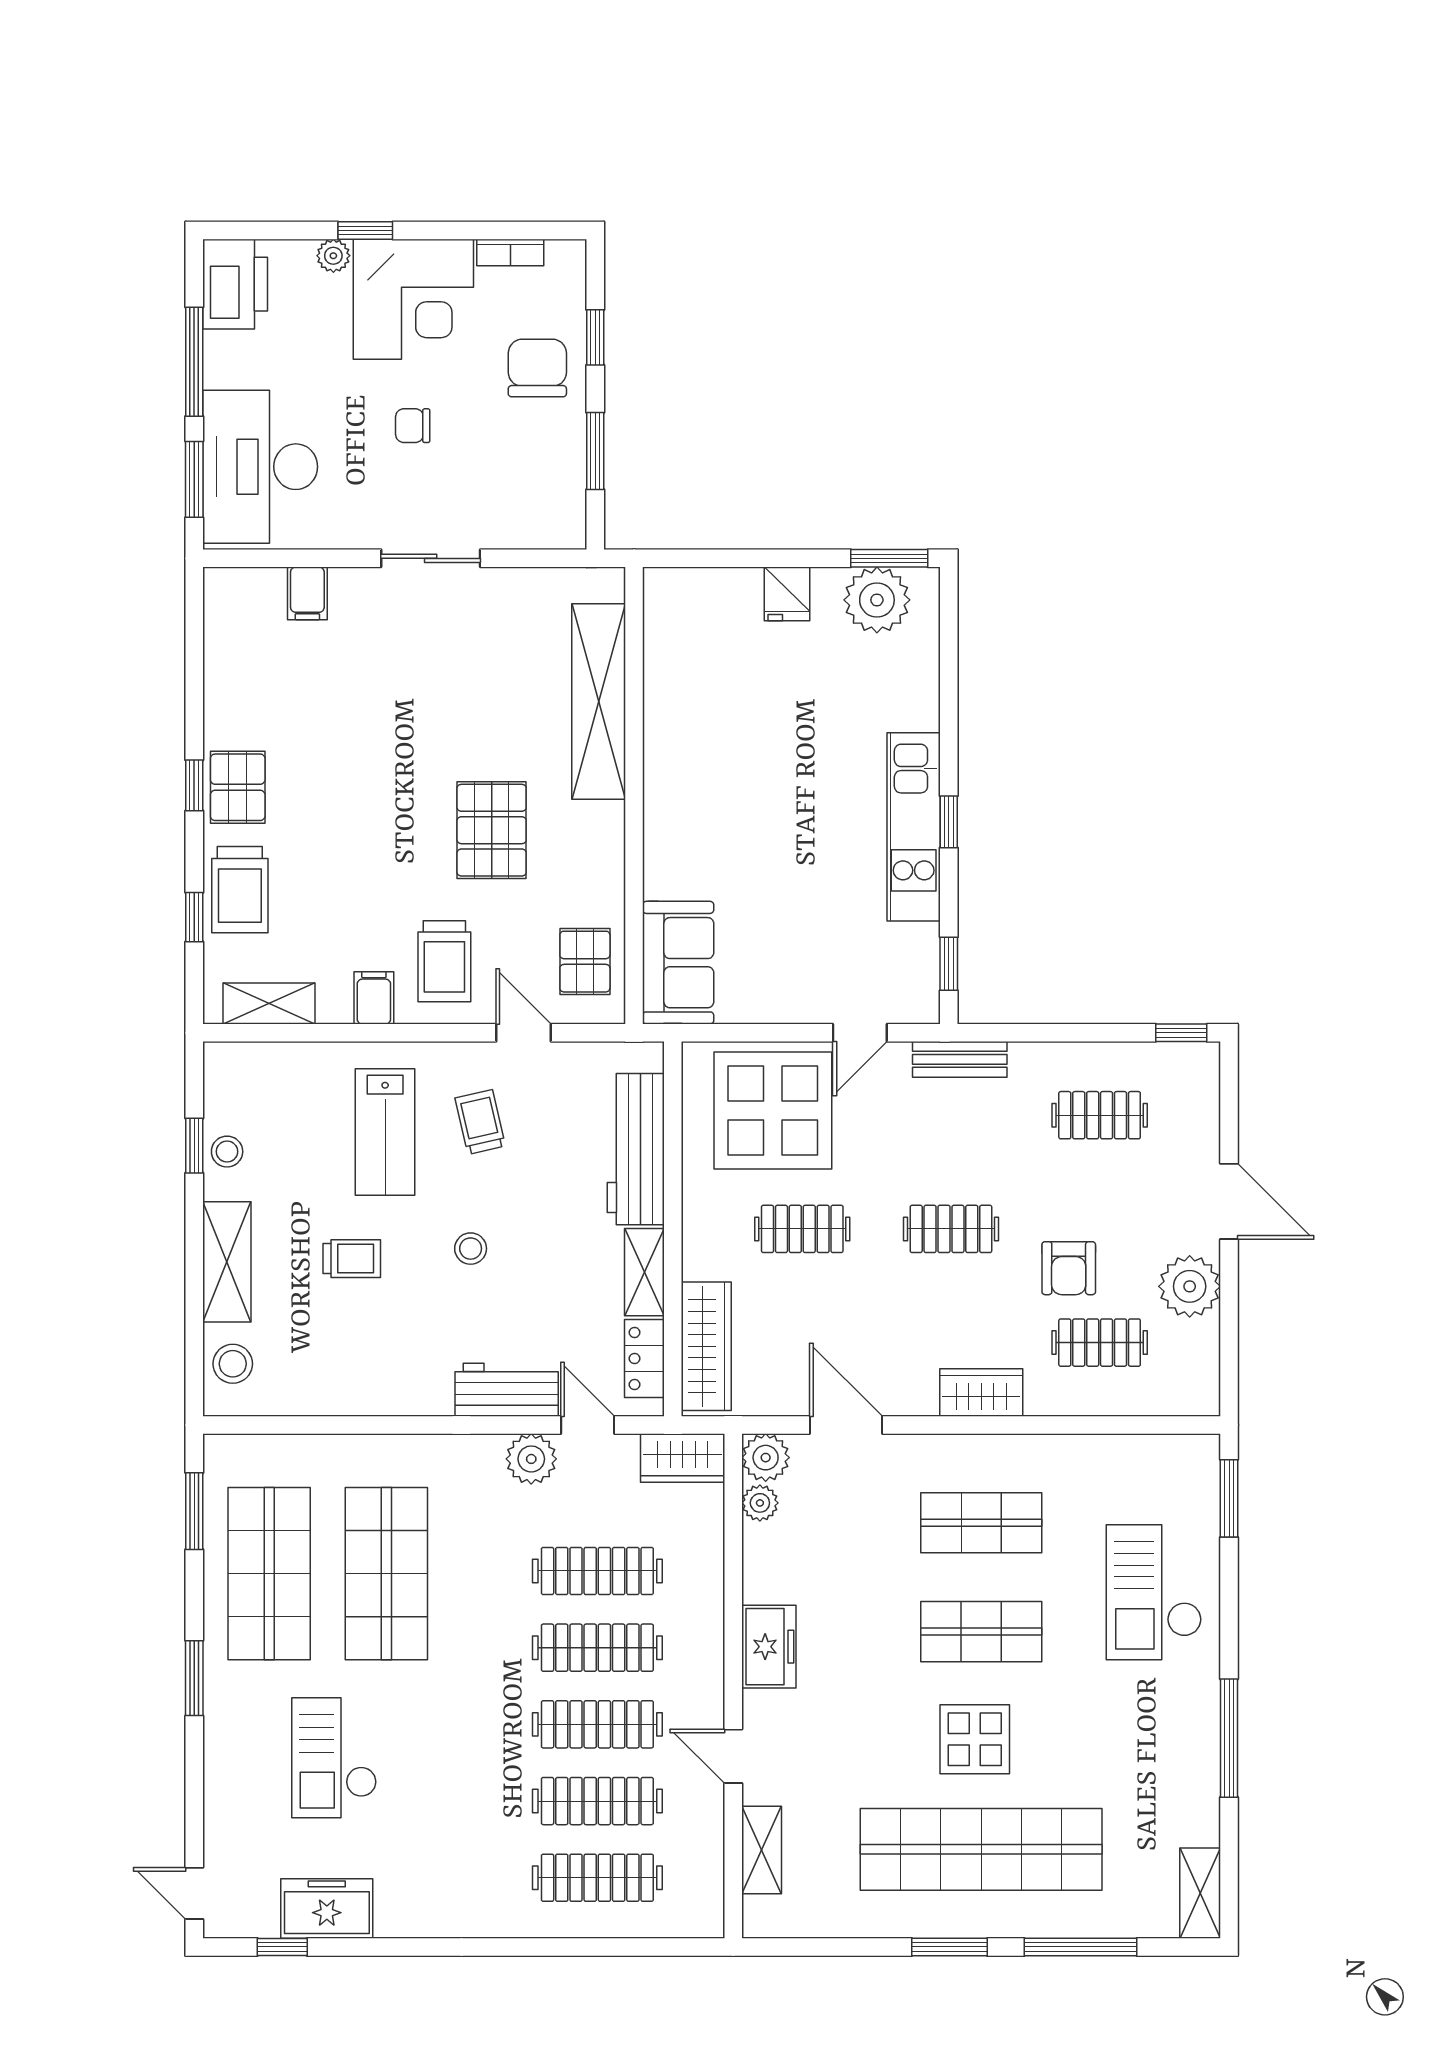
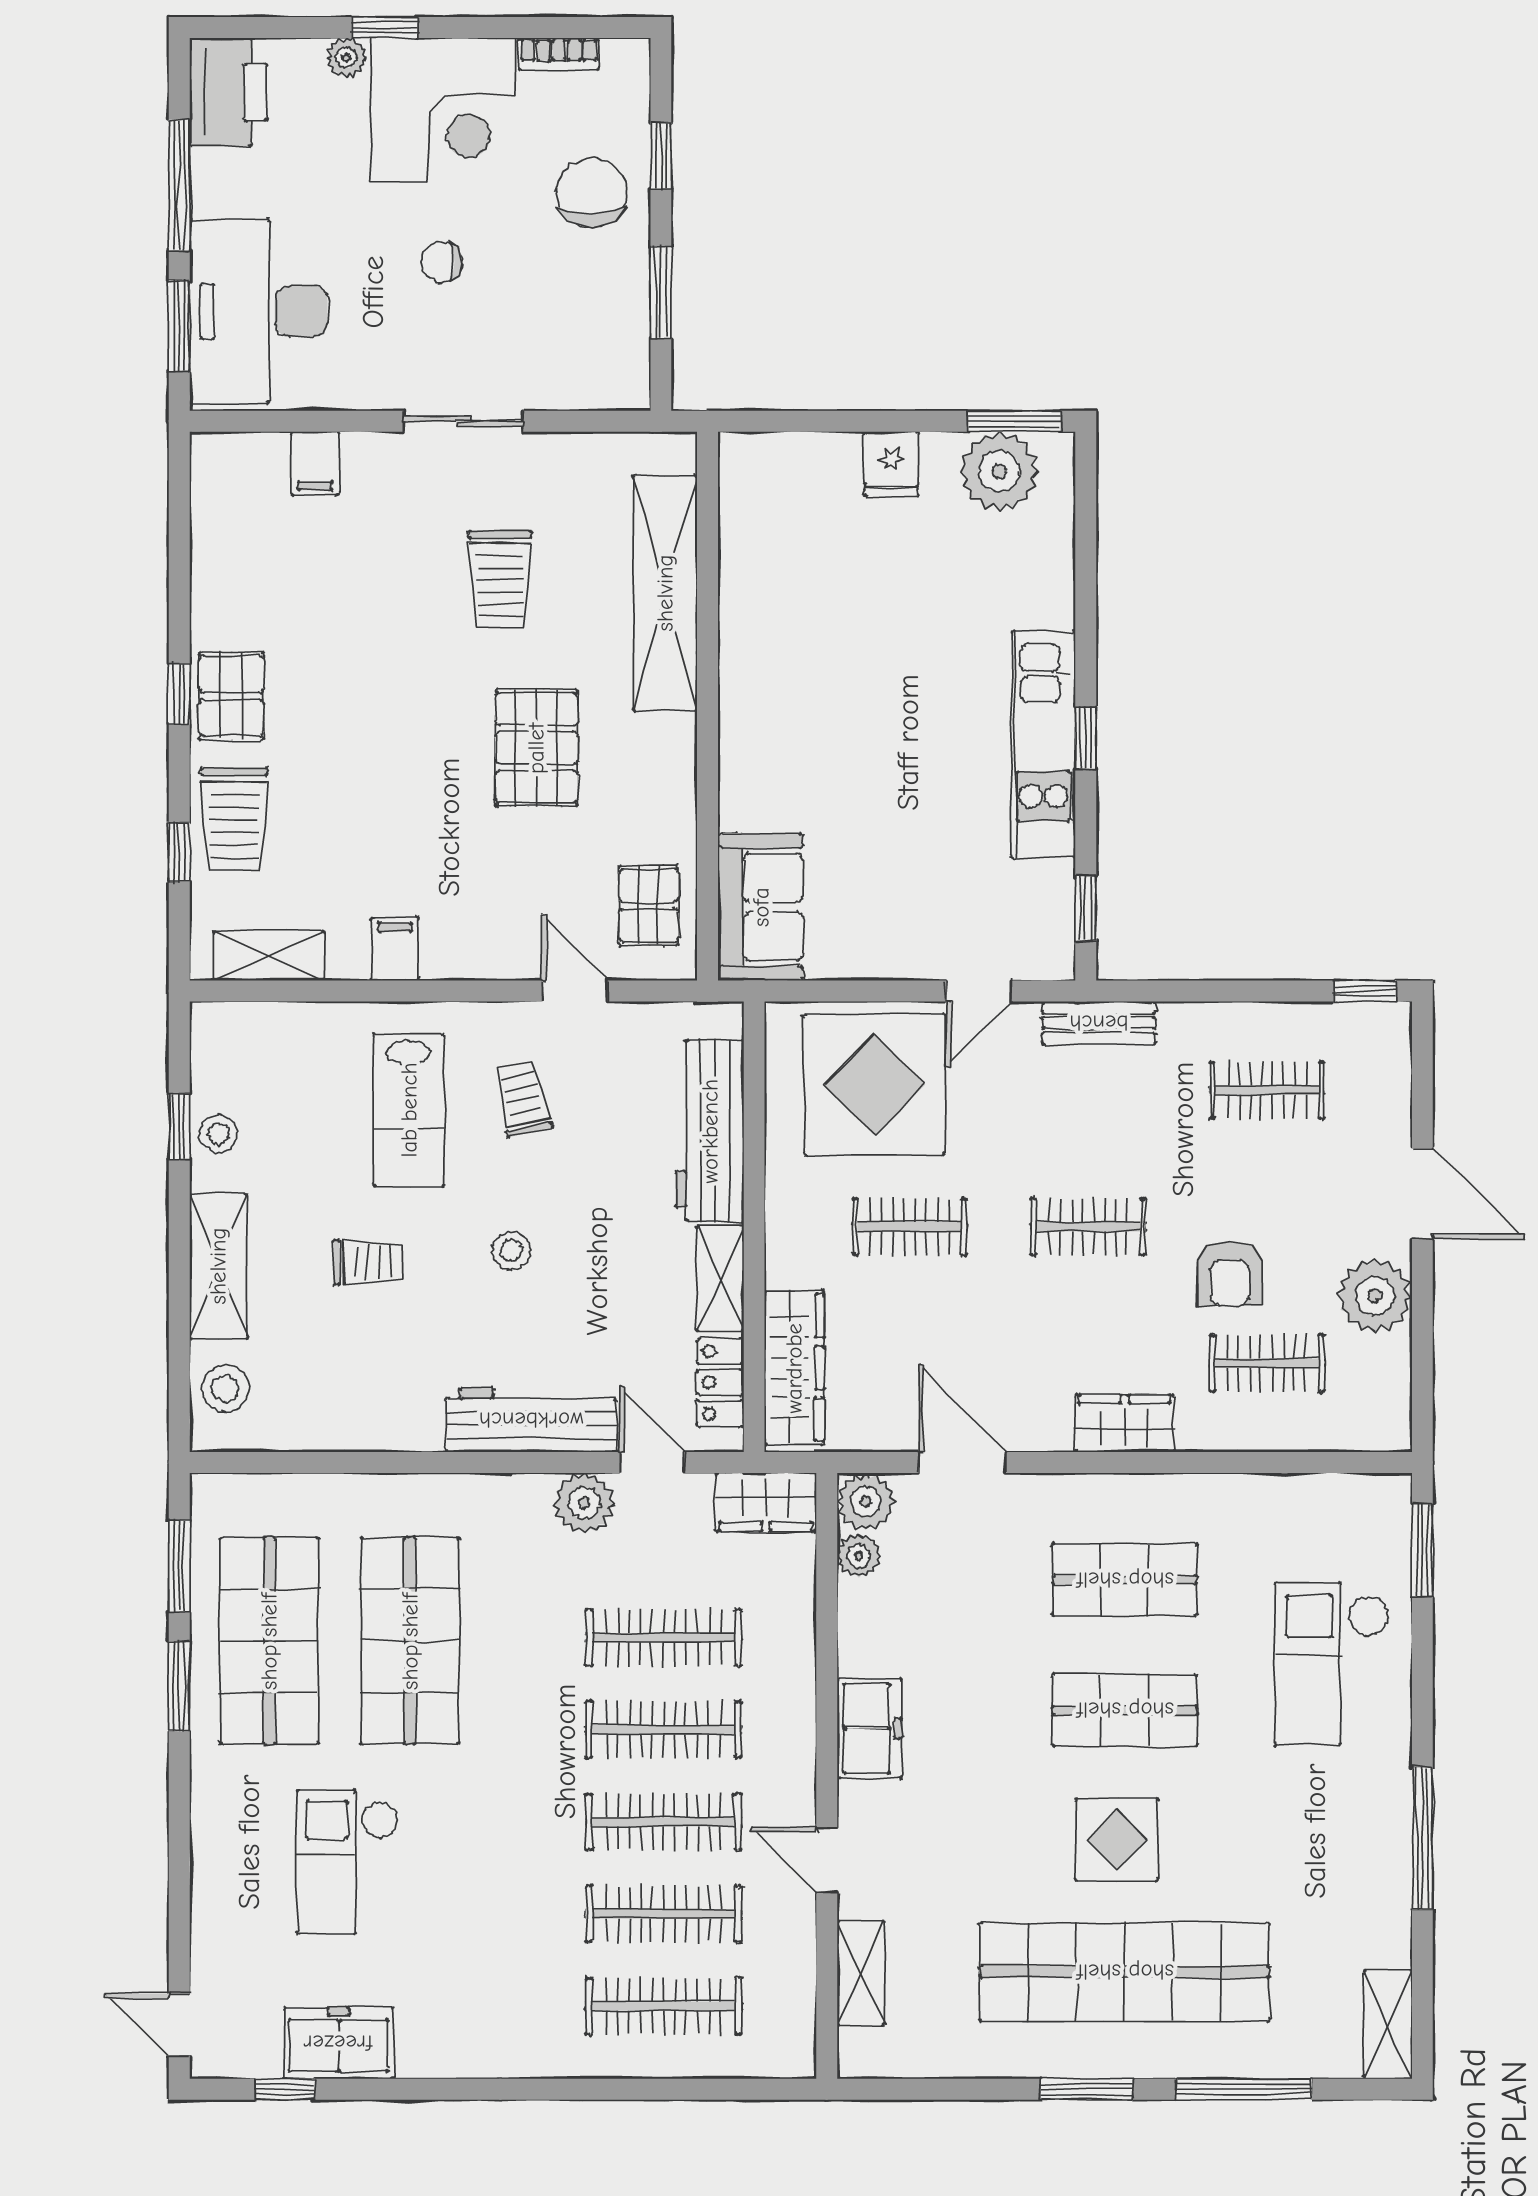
trolley: (444, 961) -> (500, 579), moved
workbench: (507, 1390) -> (531, 1420), width x1.37
window: (194, 1678) -> (179, 1686), moved

